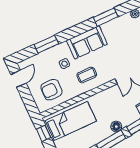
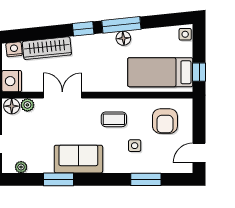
sofa: (87, 42) -> (78, 159), moved
armchair: (51, 90) -> (165, 121), turned 90
floor lamp: (116, 127) -> (123, 38), moved

